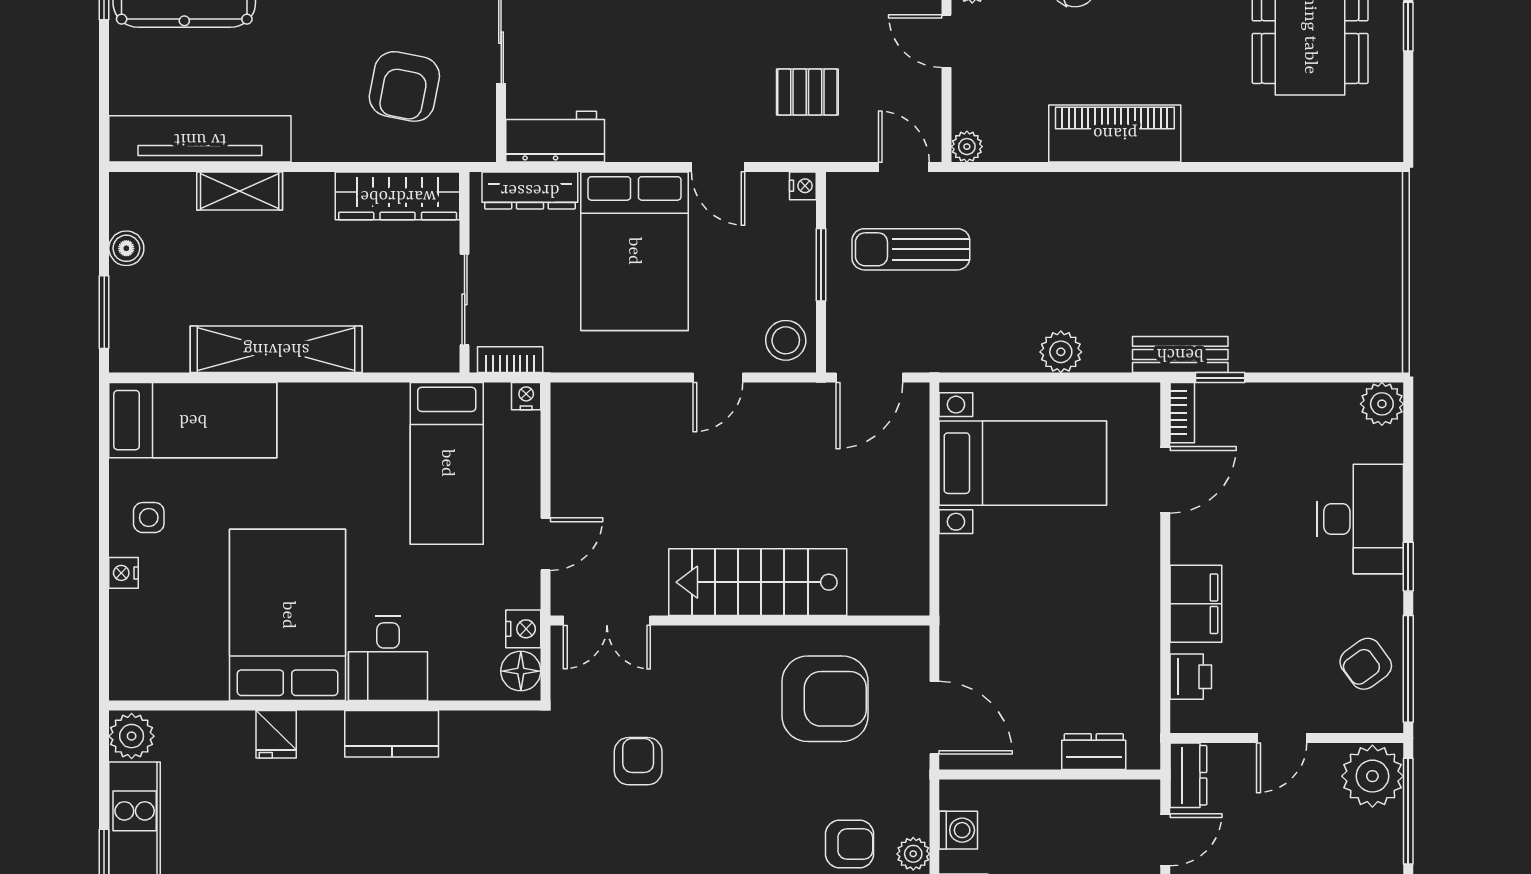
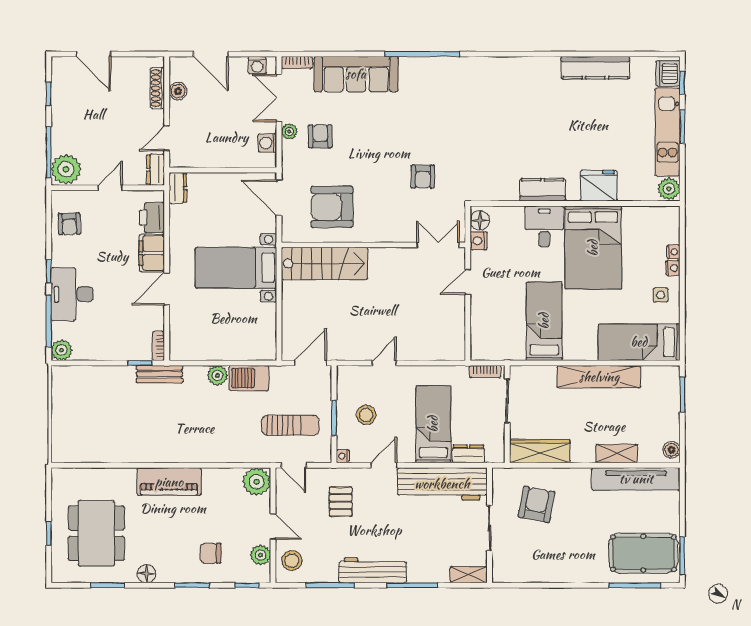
pallet: (807, 92) -> (341, 502), turned 90
piano: (1115, 133) -> (169, 482), moved
workbench: (555, 137) -> (442, 484), width x1.88, depth x1.32
plant: (967, 147) -> (257, 482), width x1.88, depth x1.88
door: (718, 167) -> (384, 465), hinge flipped
dresser: (530, 190) -> (468, 454), width x0.70
boiler: (126, 248) -> (672, 450), moved
bed: (634, 251) -> (433, 424), width x0.67
stool: (786, 340) -> (366, 415), moved
barbecue: (996, 346) -> (249, 378), added
nightstand: (526, 396) -> (673, 252), moved, turned -90
bed: (447, 463) -> (544, 321), moved
bed with nightstands: (1023, 463) -> (236, 268), moved
door: (1165, 480) -> (167, 289), moved
stairs: (758, 582) -> (324, 264), moved
armchair: (1366, 664) -> (69, 224), turned 124
window: (1408, 669) -> (49, 321), moved
printer: (1191, 677) -> (152, 218), width x1.36, depth x1.24
fridge: (276, 734) -> (599, 186), width x1.88, depth x1.34
dresser: (1094, 752) -> (178, 188), moved, turned -90
armchair: (850, 844) -> (320, 136), turned 90

